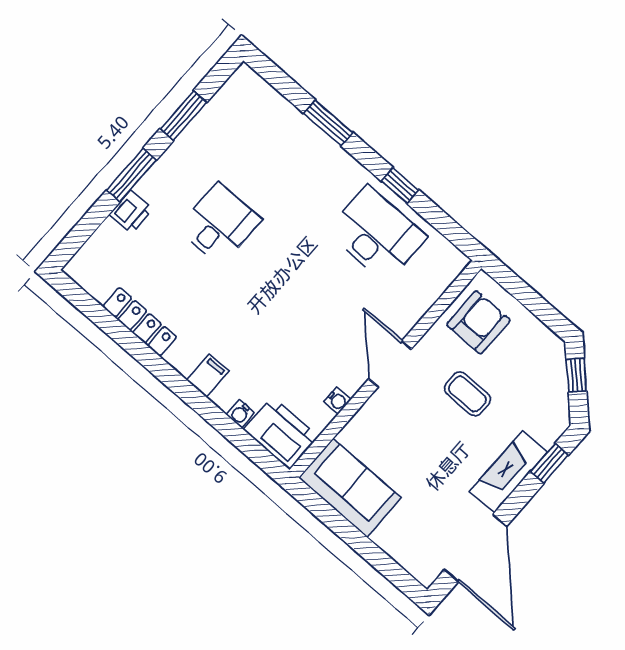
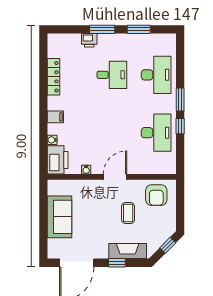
window: (328, 123) -> (180, 99), moved
desk: (282, 152) -> (156, 75), added
armchair: (478, 322) -> (156, 195), turned 90
window: (549, 463) -> (117, 263), moved
fireplace: (508, 472) -> (128, 251), moved
sofa: (350, 488) -> (60, 217), moved

